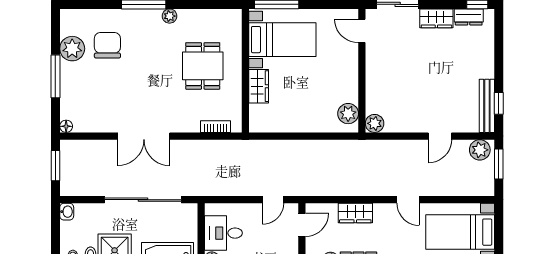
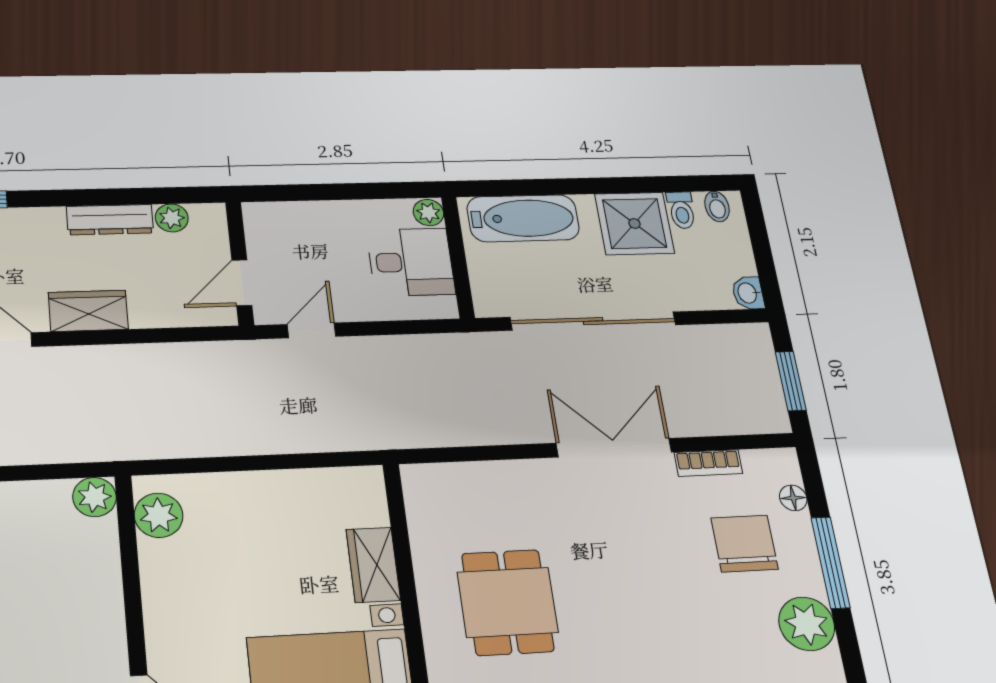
chair: (107, 45) -> (744, 543), moved, turned 180
floor lamp: (66, 126) -> (793, 498), moved
bookcase: (216, 127) -> (708, 463), moved
wardrobe: (355, 213) -> (88, 311), moved

